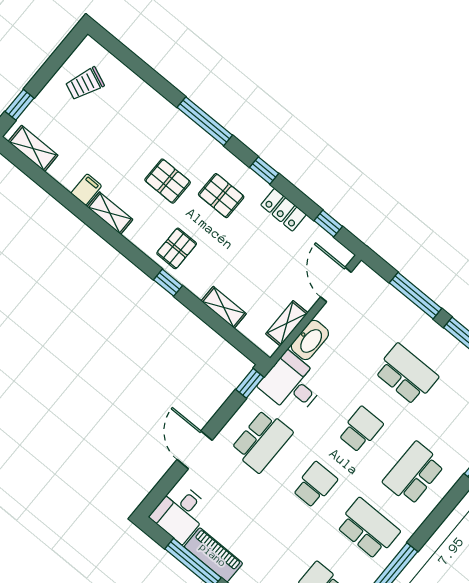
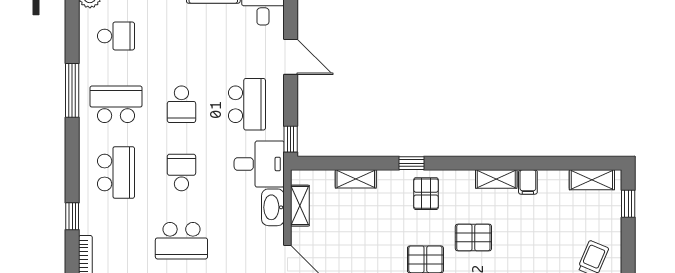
school desk: (361, 430) -> (181, 172), turned 180
school desk: (262, 441) -> (247, 104), turned 180
school desk: (368, 529) -> (116, 104), turned 180

